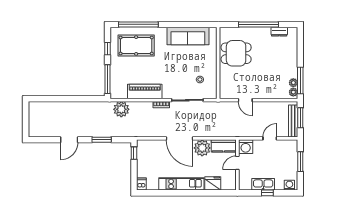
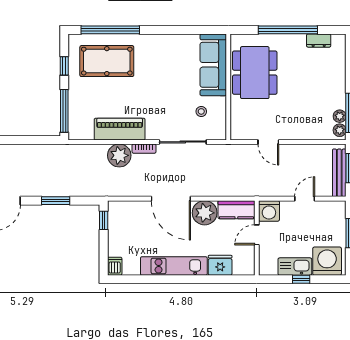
sofa: (188, 36) -> (213, 65), moved, turned 90
dining table: (236, 53) -> (255, 73), width x1.38
plant: (121, 109) -> (119, 155), moved
washing machine: (289, 185) -> (327, 261), width x1.89, depth x1.89

